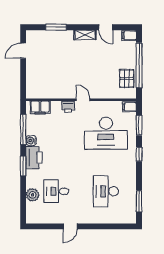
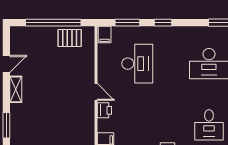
filing cabinet: (129, 35) -> (16, 35), removed
door: (83, 100) -> (96, 92), swing flipped
desk: (106, 133) -> (137, 64), width x0.73, depth x0.77

